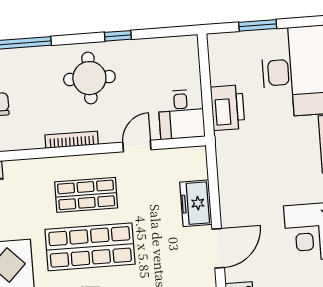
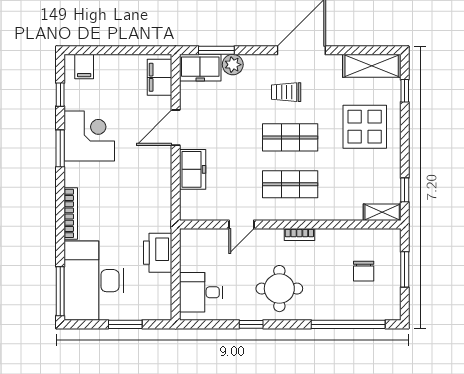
desk: (181, 114) -> (201, 292), moved, turned -90
bookcase: (72, 140) -> (299, 235), width x0.64
shop shelf: (90, 247) -> (290, 137), width x0.70, depth x0.74

